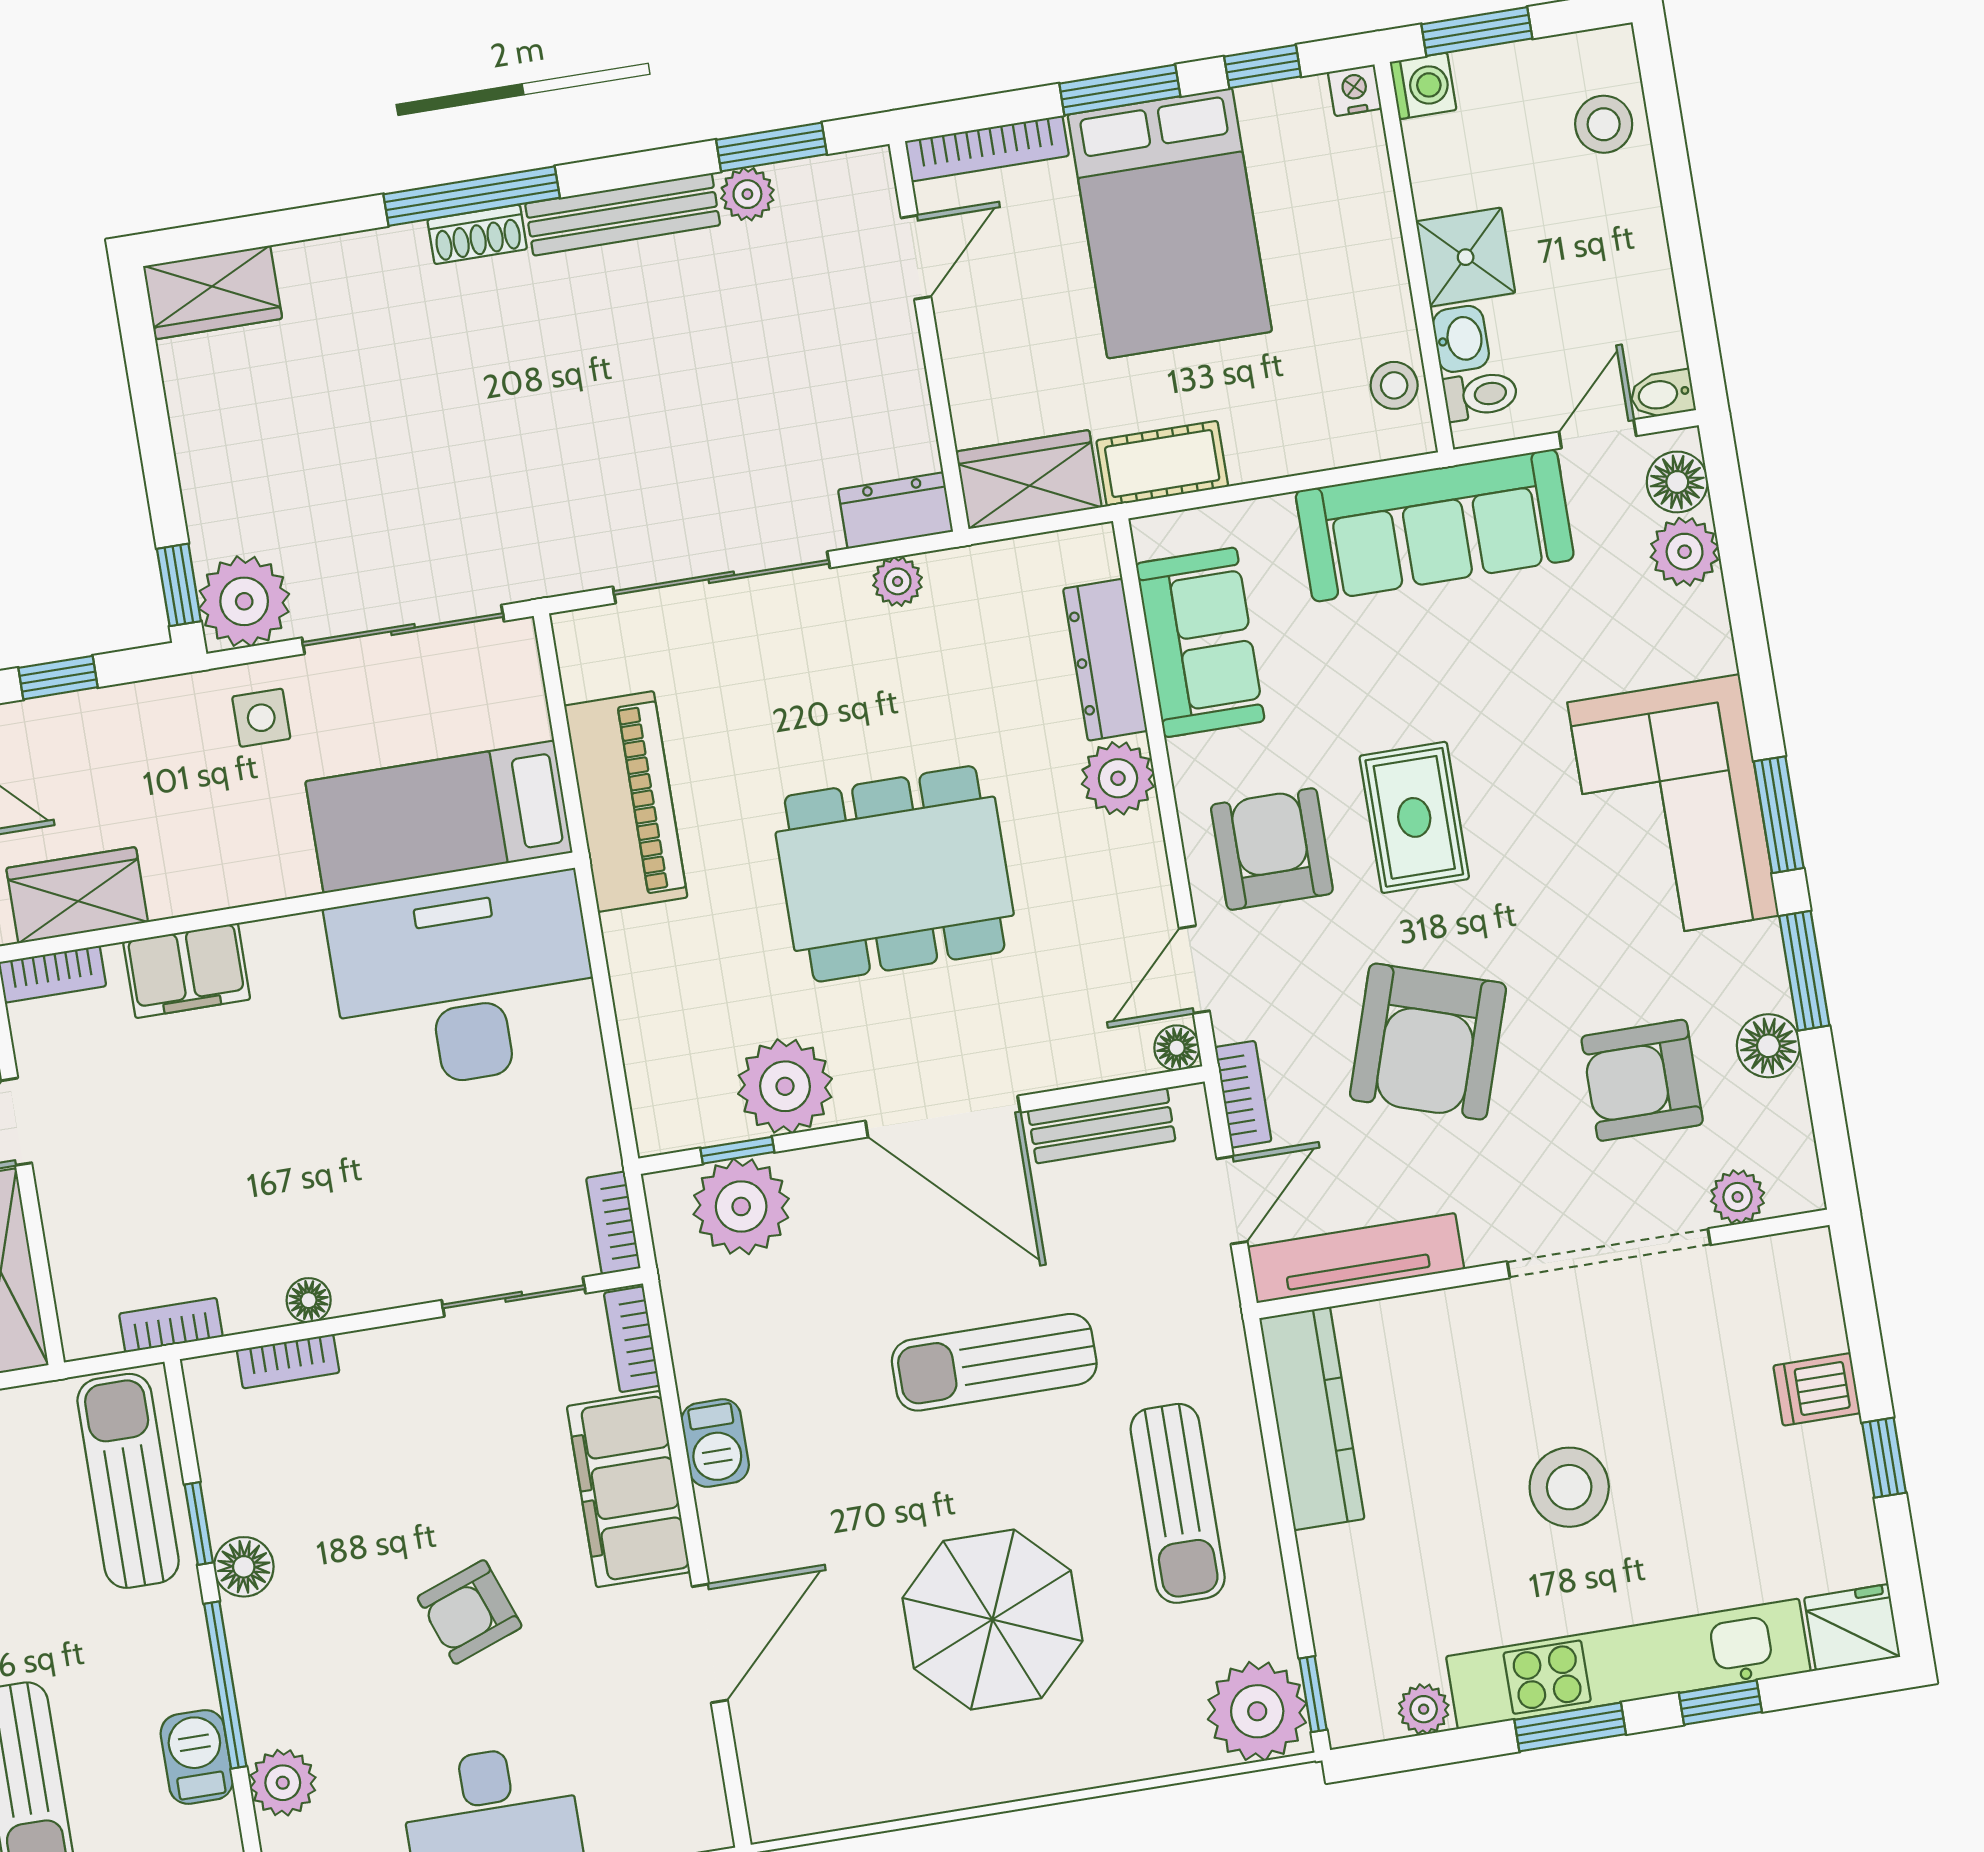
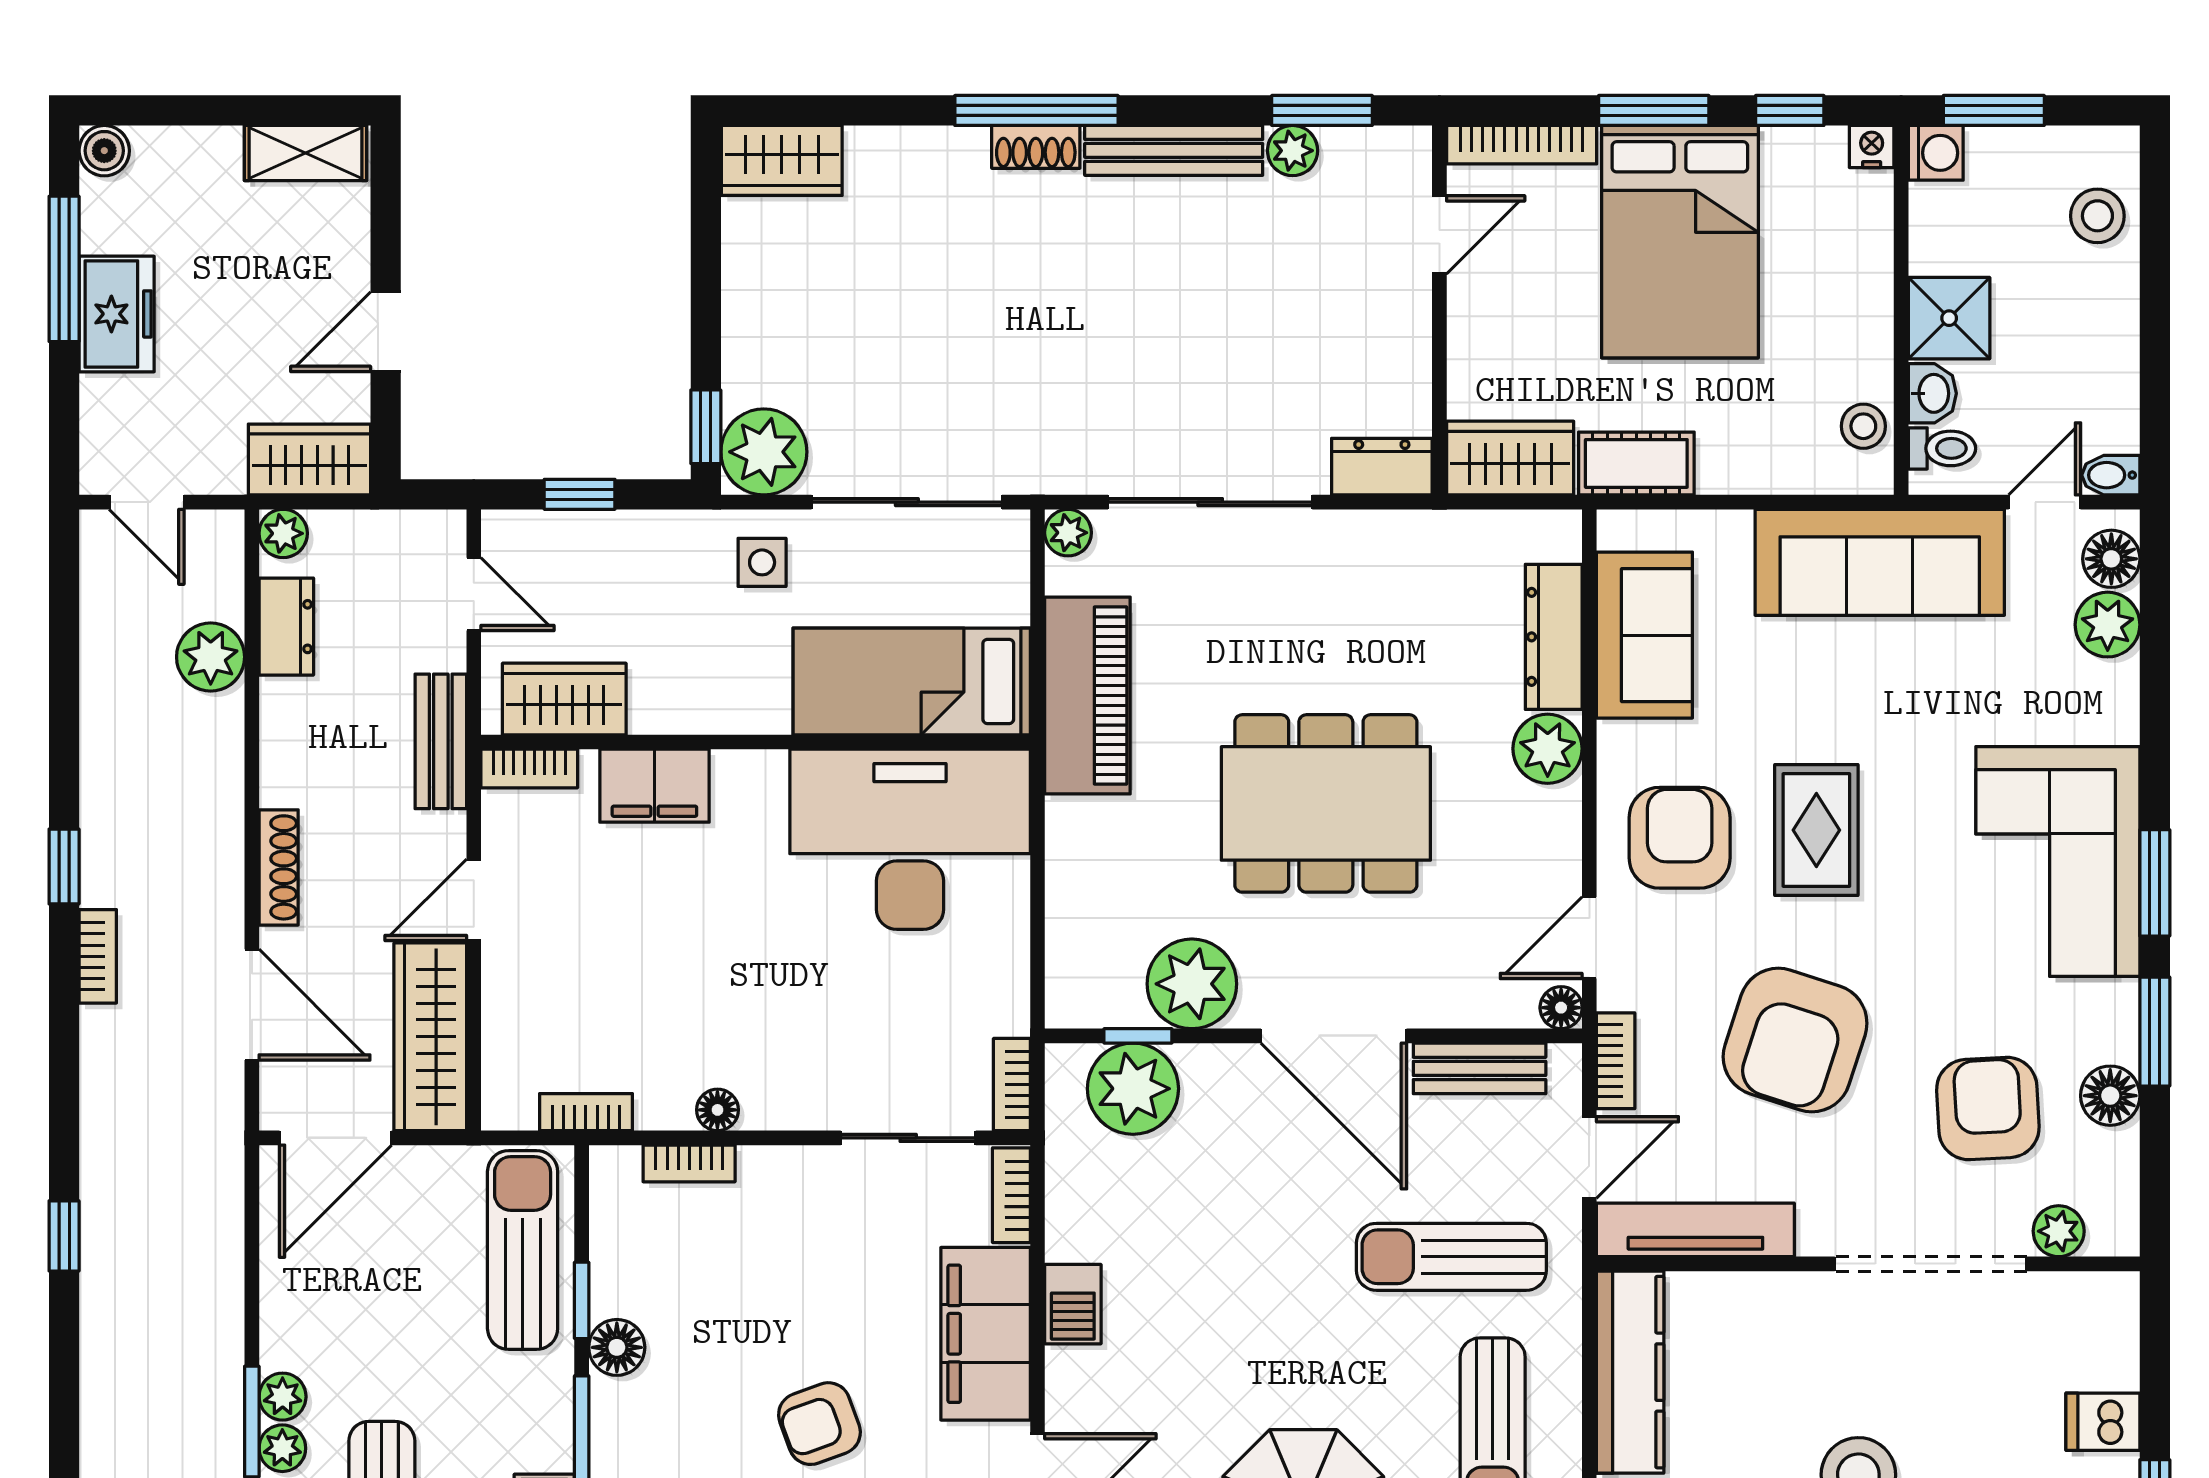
plant: (898, 581) -> (1068, 533), moved
armchair: (1642, 1080) -> (1988, 1108), turned 87
sun lounger: (994, 1362) -> (1451, 1257), moved

